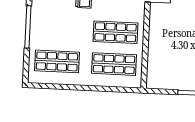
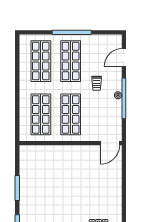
shop shelf: (58, 30) -> (71, 61), added

